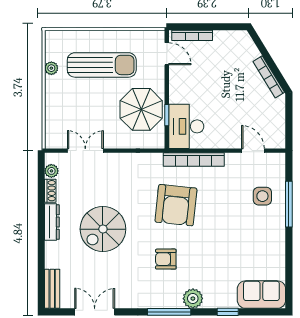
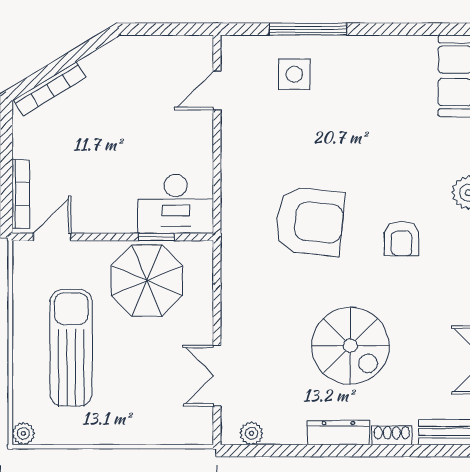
plant: (51, 68) -> (23, 434), moved
bookcase: (269, 77) -> (50, 89), moved
bookcase: (194, 160) -> (232, 191), removed
shoe rack: (50, 191) -> (392, 435), moved

